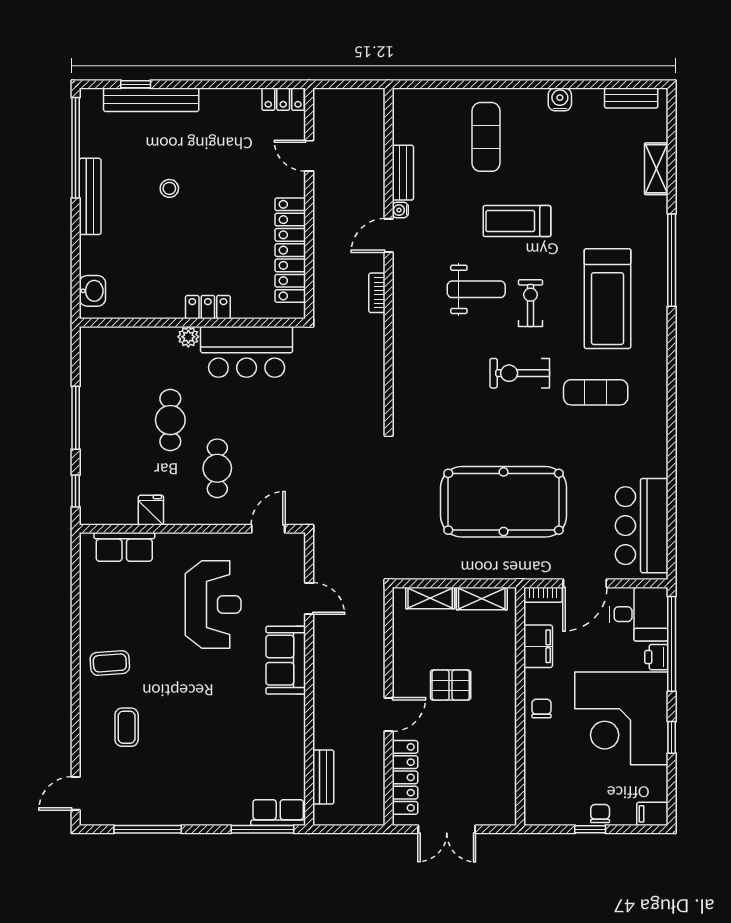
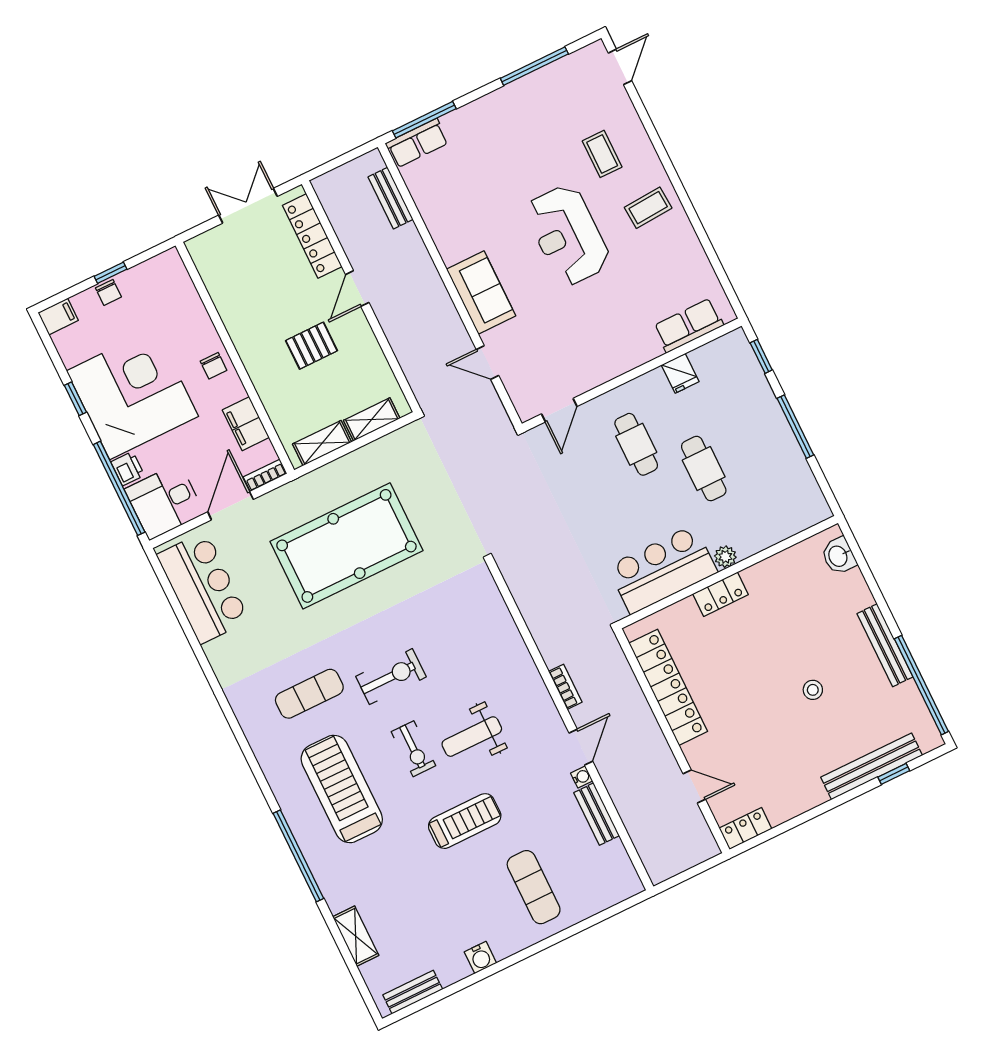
reception desk: (213, 605) -> (568, 235), moved

